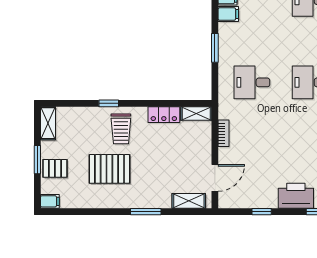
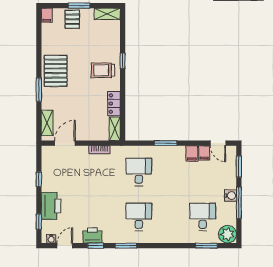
pallet: (109, 169) -> (56, 71), moved
door: (215, 178) -> (65, 143), swing flipped

